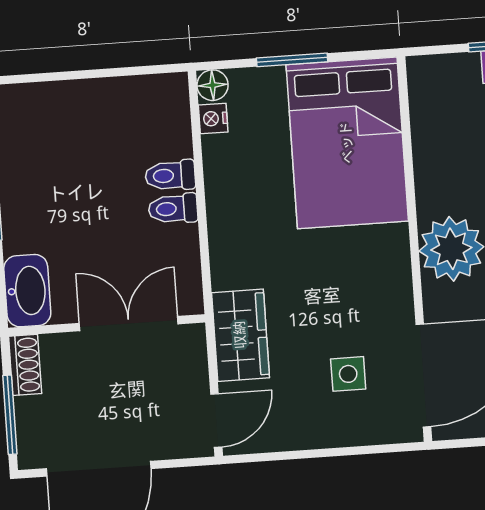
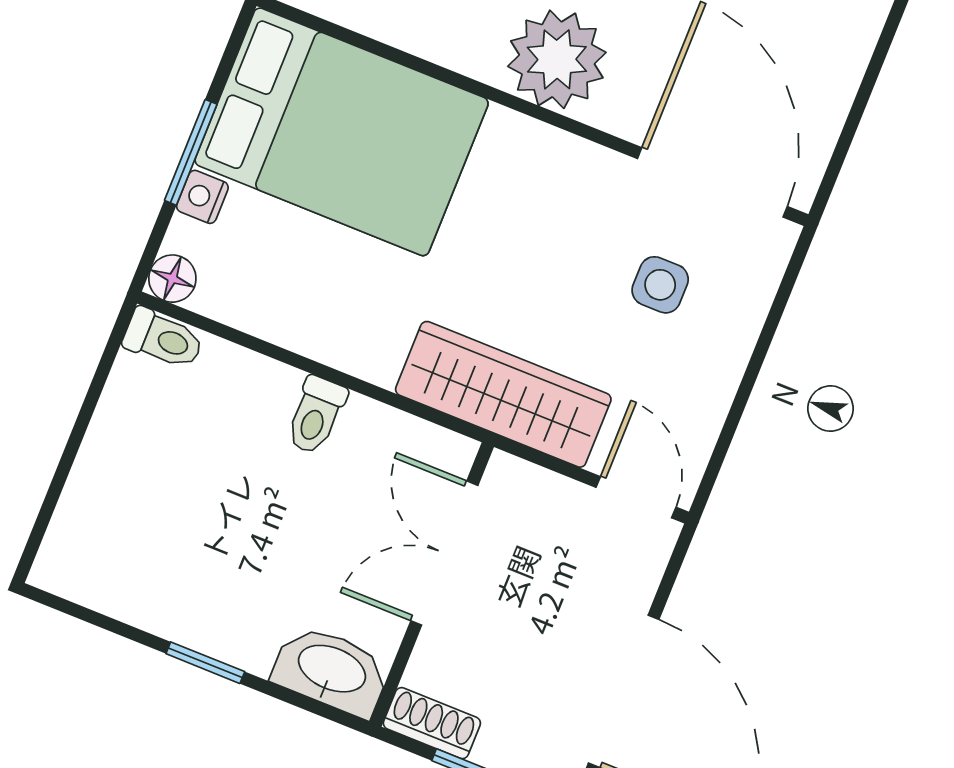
nightstand: (213, 119) -> (202, 197), moved, turned 90
toilet: (170, 175) -> (163, 339), moved, turned -90
wardrobe: (240, 335) -> (503, 394), width x1.50

